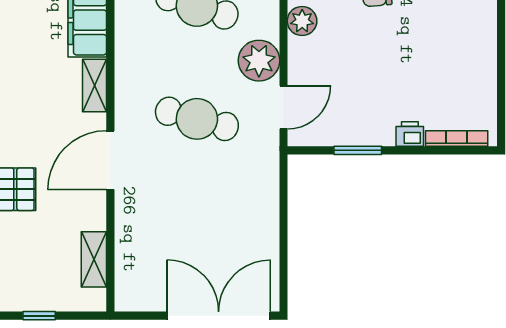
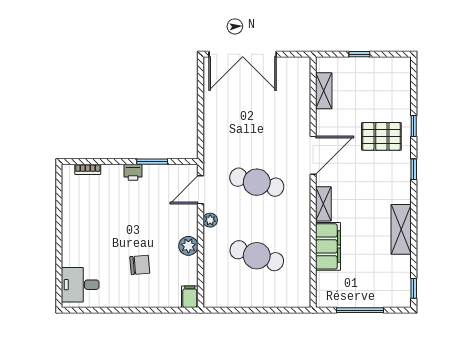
plant: (259, 61) -> (210, 220), width x0.53, depth x0.53
printer: (410, 134) -> (133, 172), moved
bookcase: (457, 138) -> (88, 169), width x0.64

